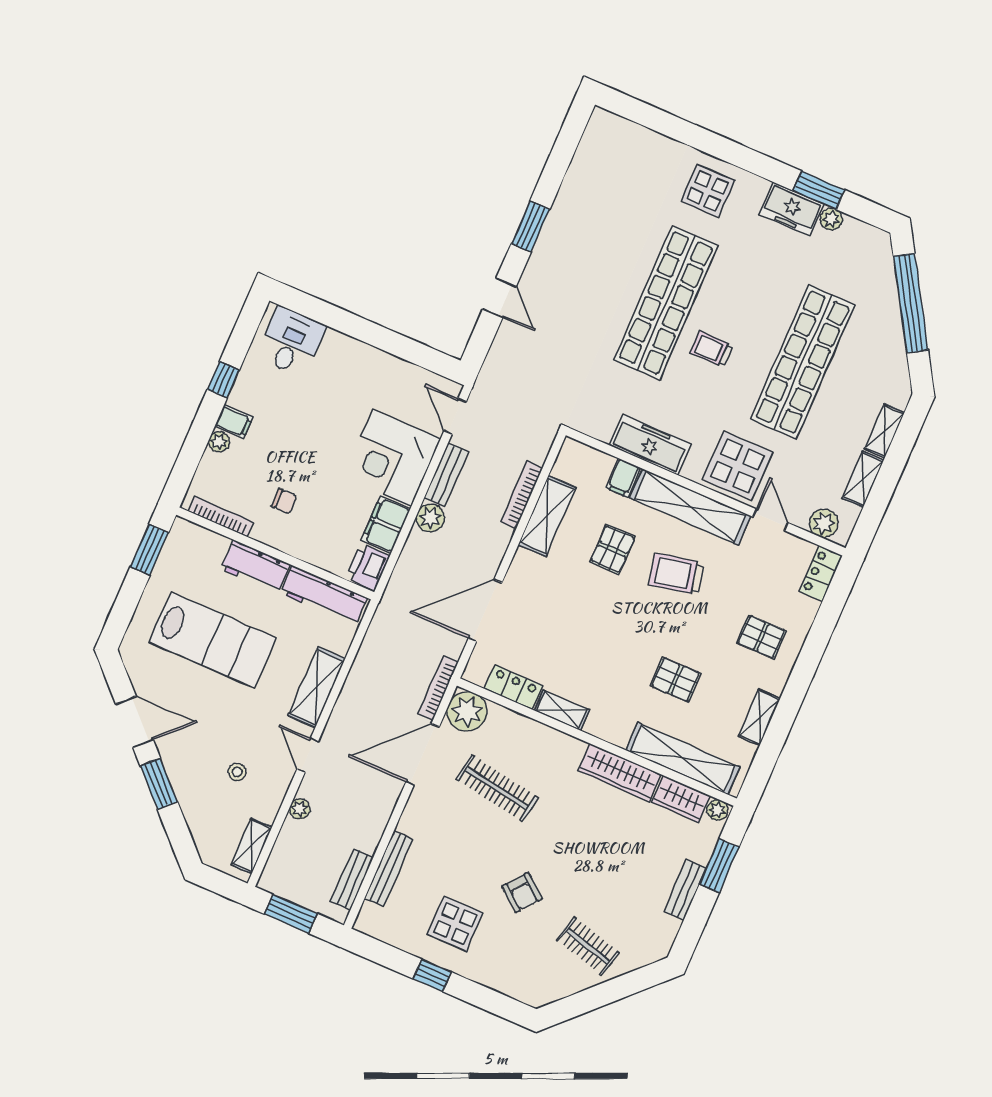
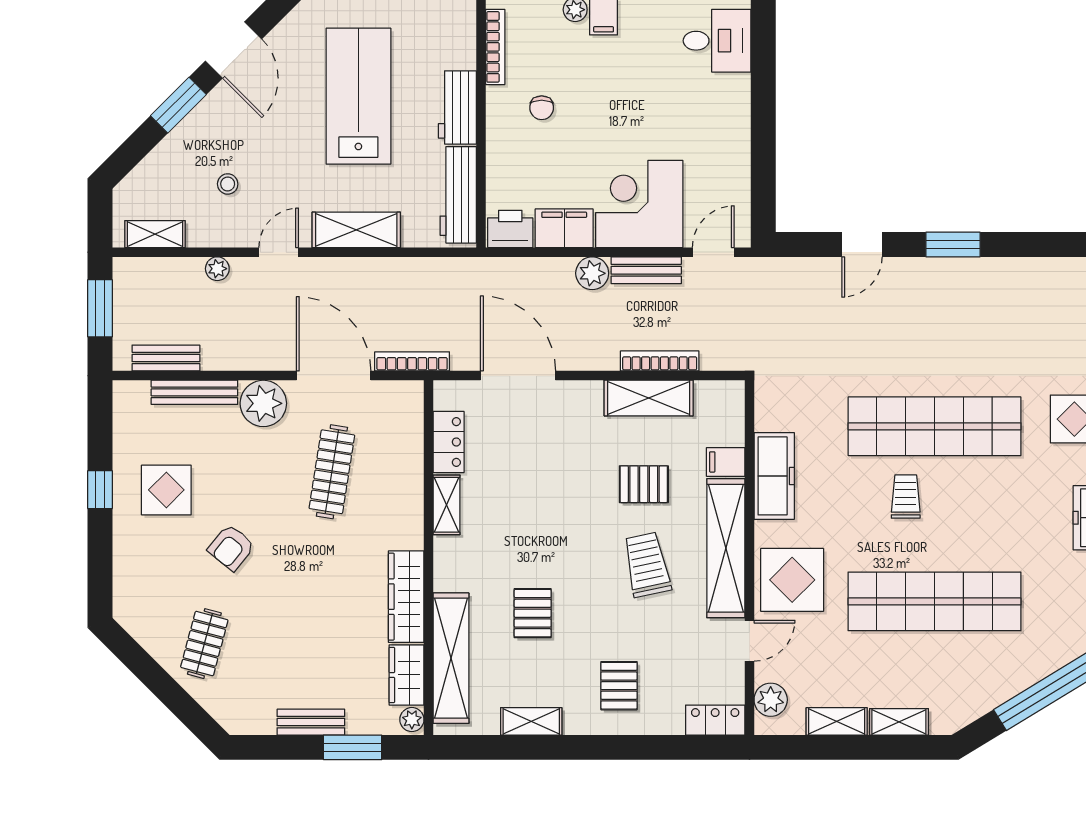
lab bench: (213, 640) -> (358, 96), turned 180
plant: (467, 711) -> (263, 403), moved

